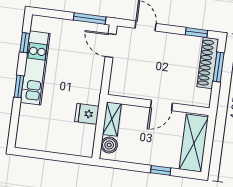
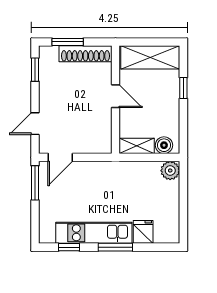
shoe rack: (208, 63) -> (86, 54), moved
window: (19, 86) -> (115, 247), width x1.50
fridge: (87, 114) -> (143, 232), moved, turned 180
plant: (84, 148) -> (170, 171), added

